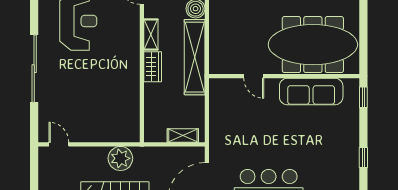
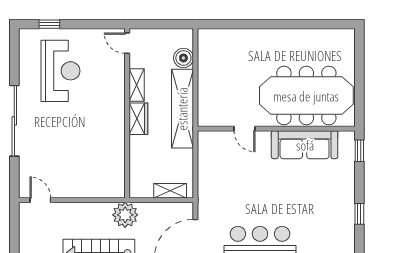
plant: (120, 158) -> (125, 215), moved

